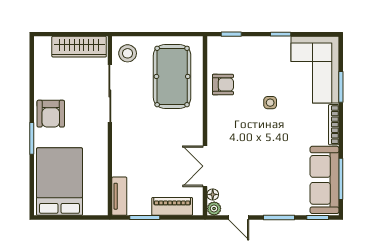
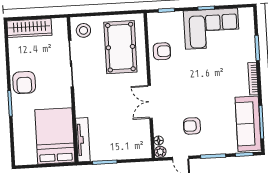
wardrobe: (79, 47) -> (29, 28), moved
corner sofa: (315, 70) -> (211, 29), moved, turned -90
side table: (270, 103) -> (201, 64), removed
double door: (205, 166) -> (150, 102), moved
armchair: (255, 179) -> (192, 126), added
bed: (59, 182) -> (55, 136), moved
tv unit: (119, 196) -> (83, 140), width x1.41
piano: (172, 206) -> (126, 152), removed

